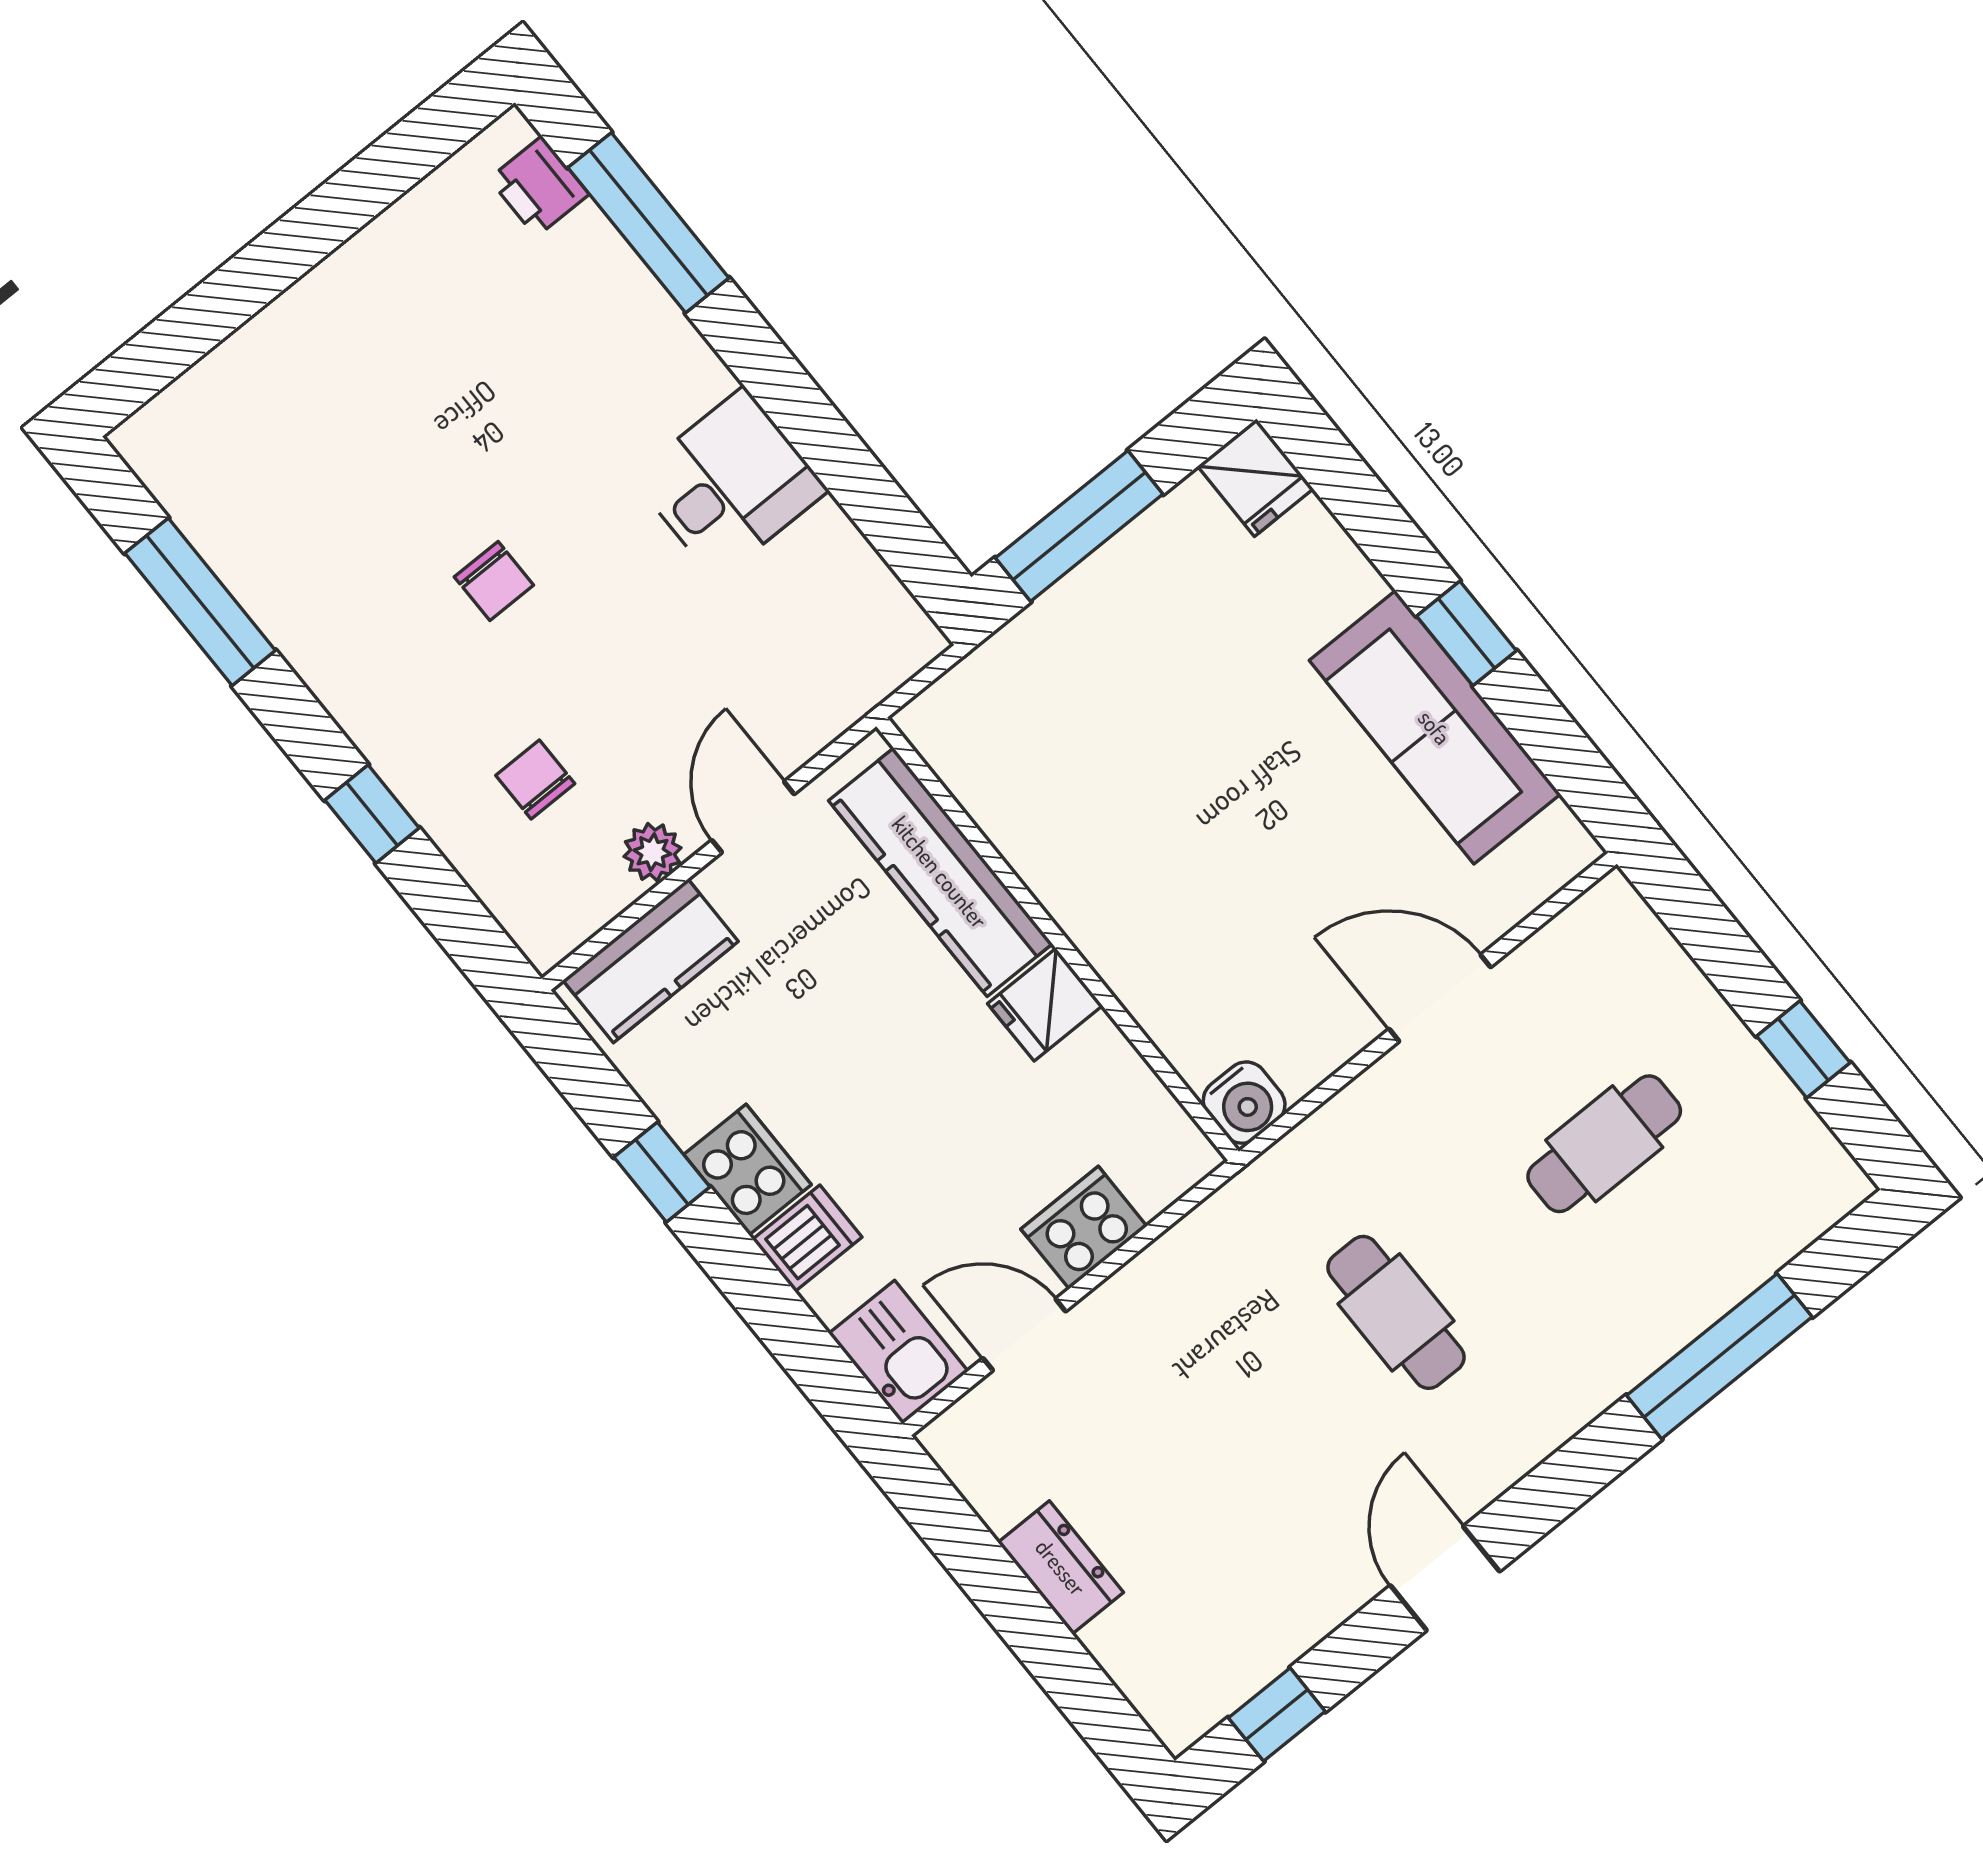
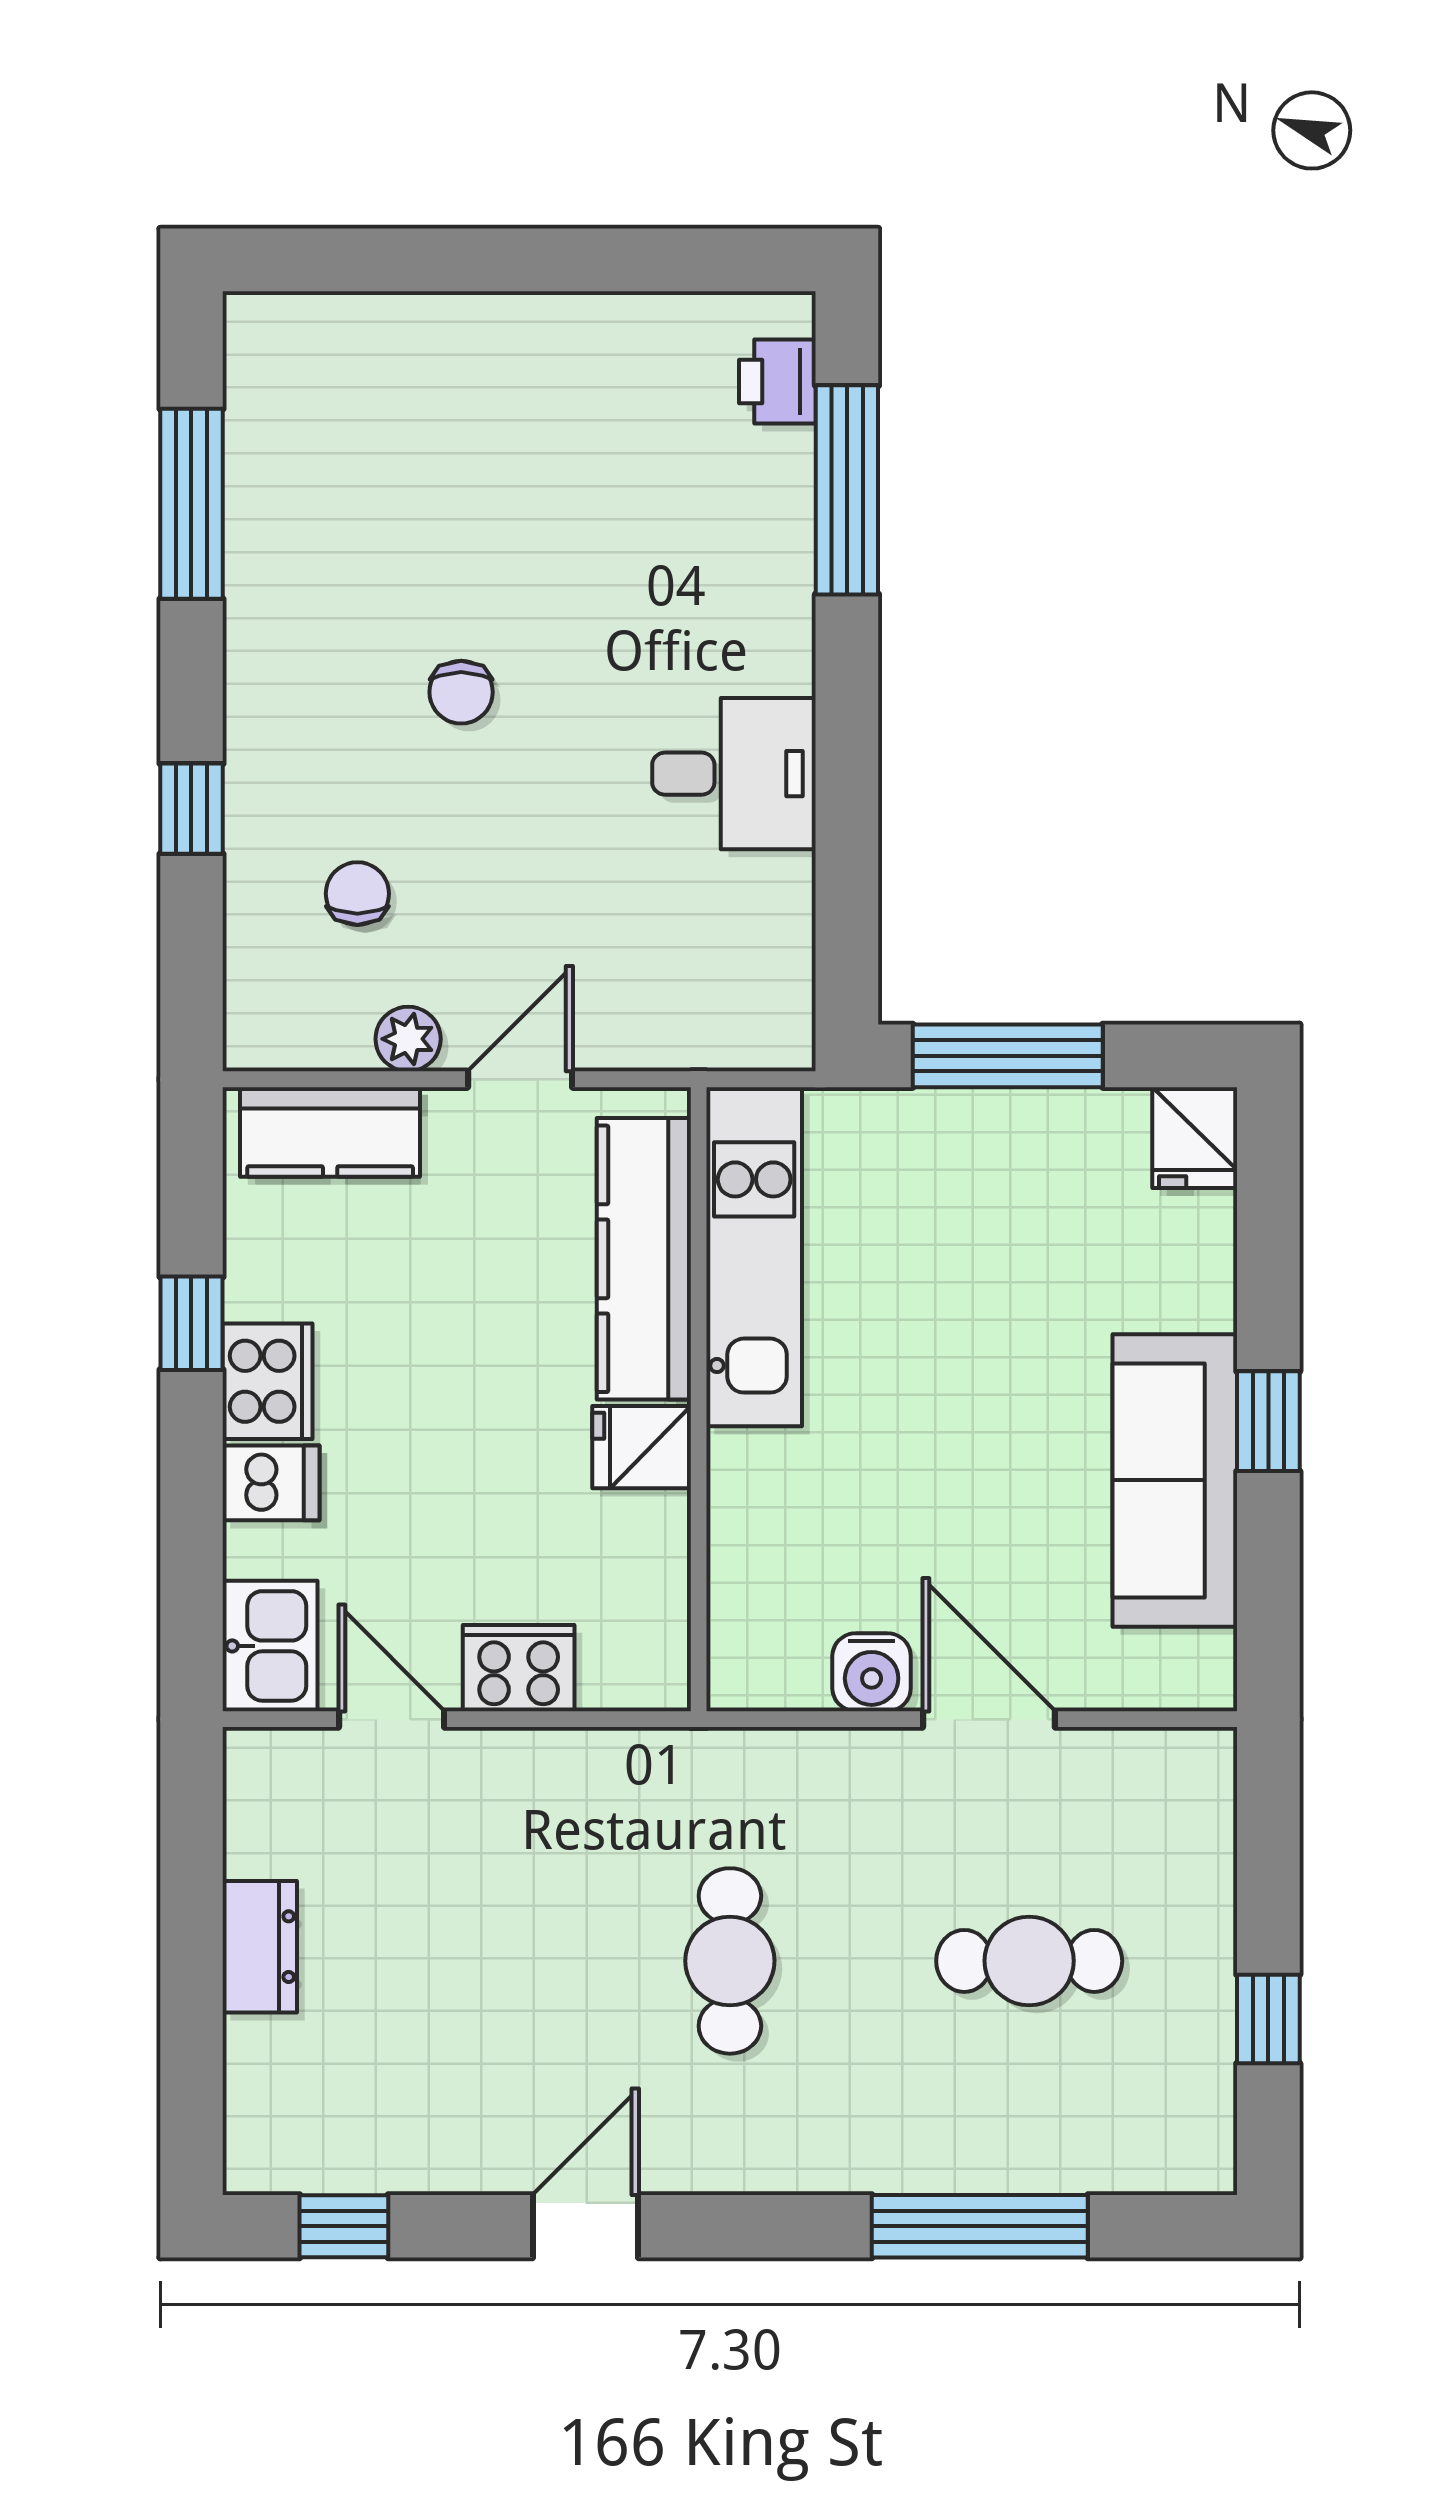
kitchen unit: (1016, 809) -> (754, 1257), added
water cooler: (1244, 1103) -> (872, 1672), moved

